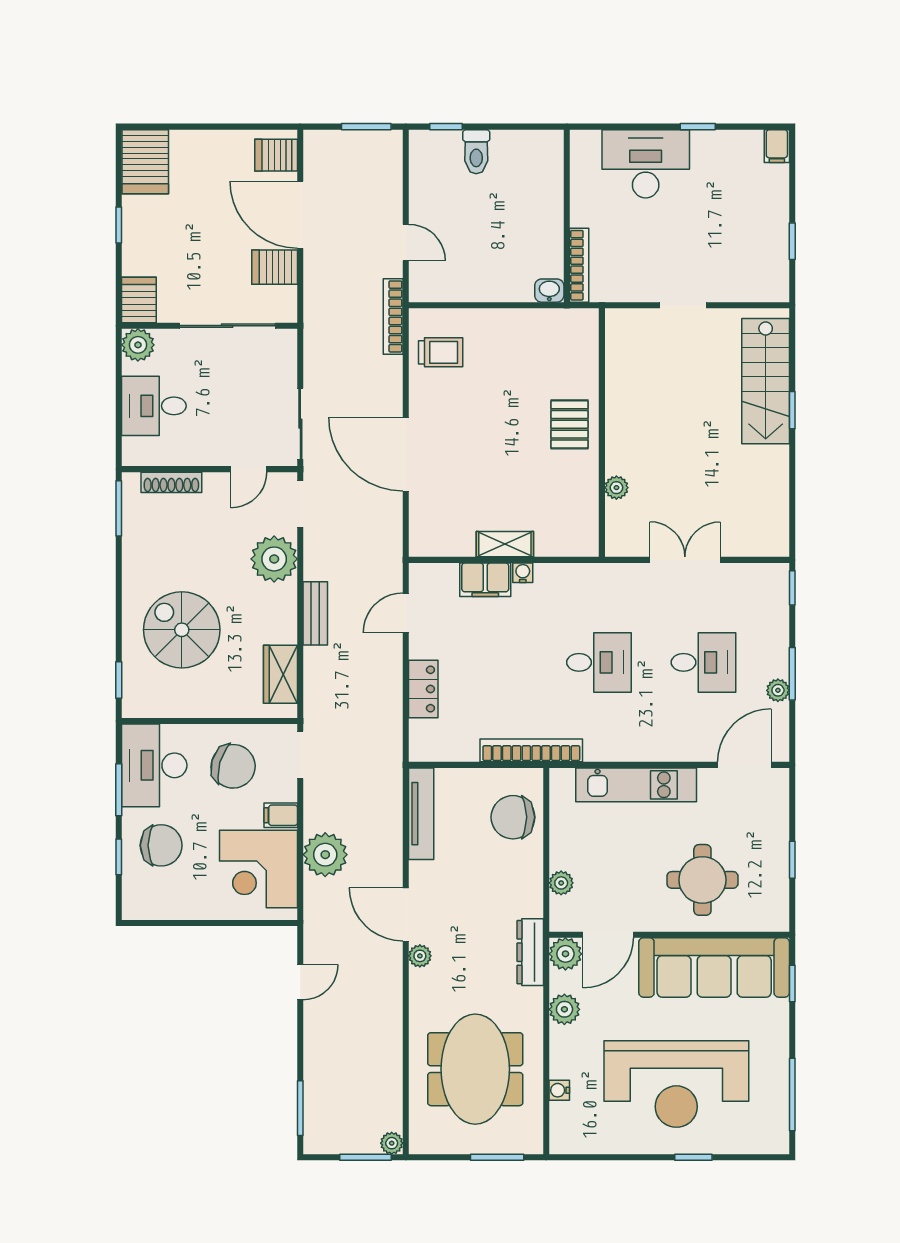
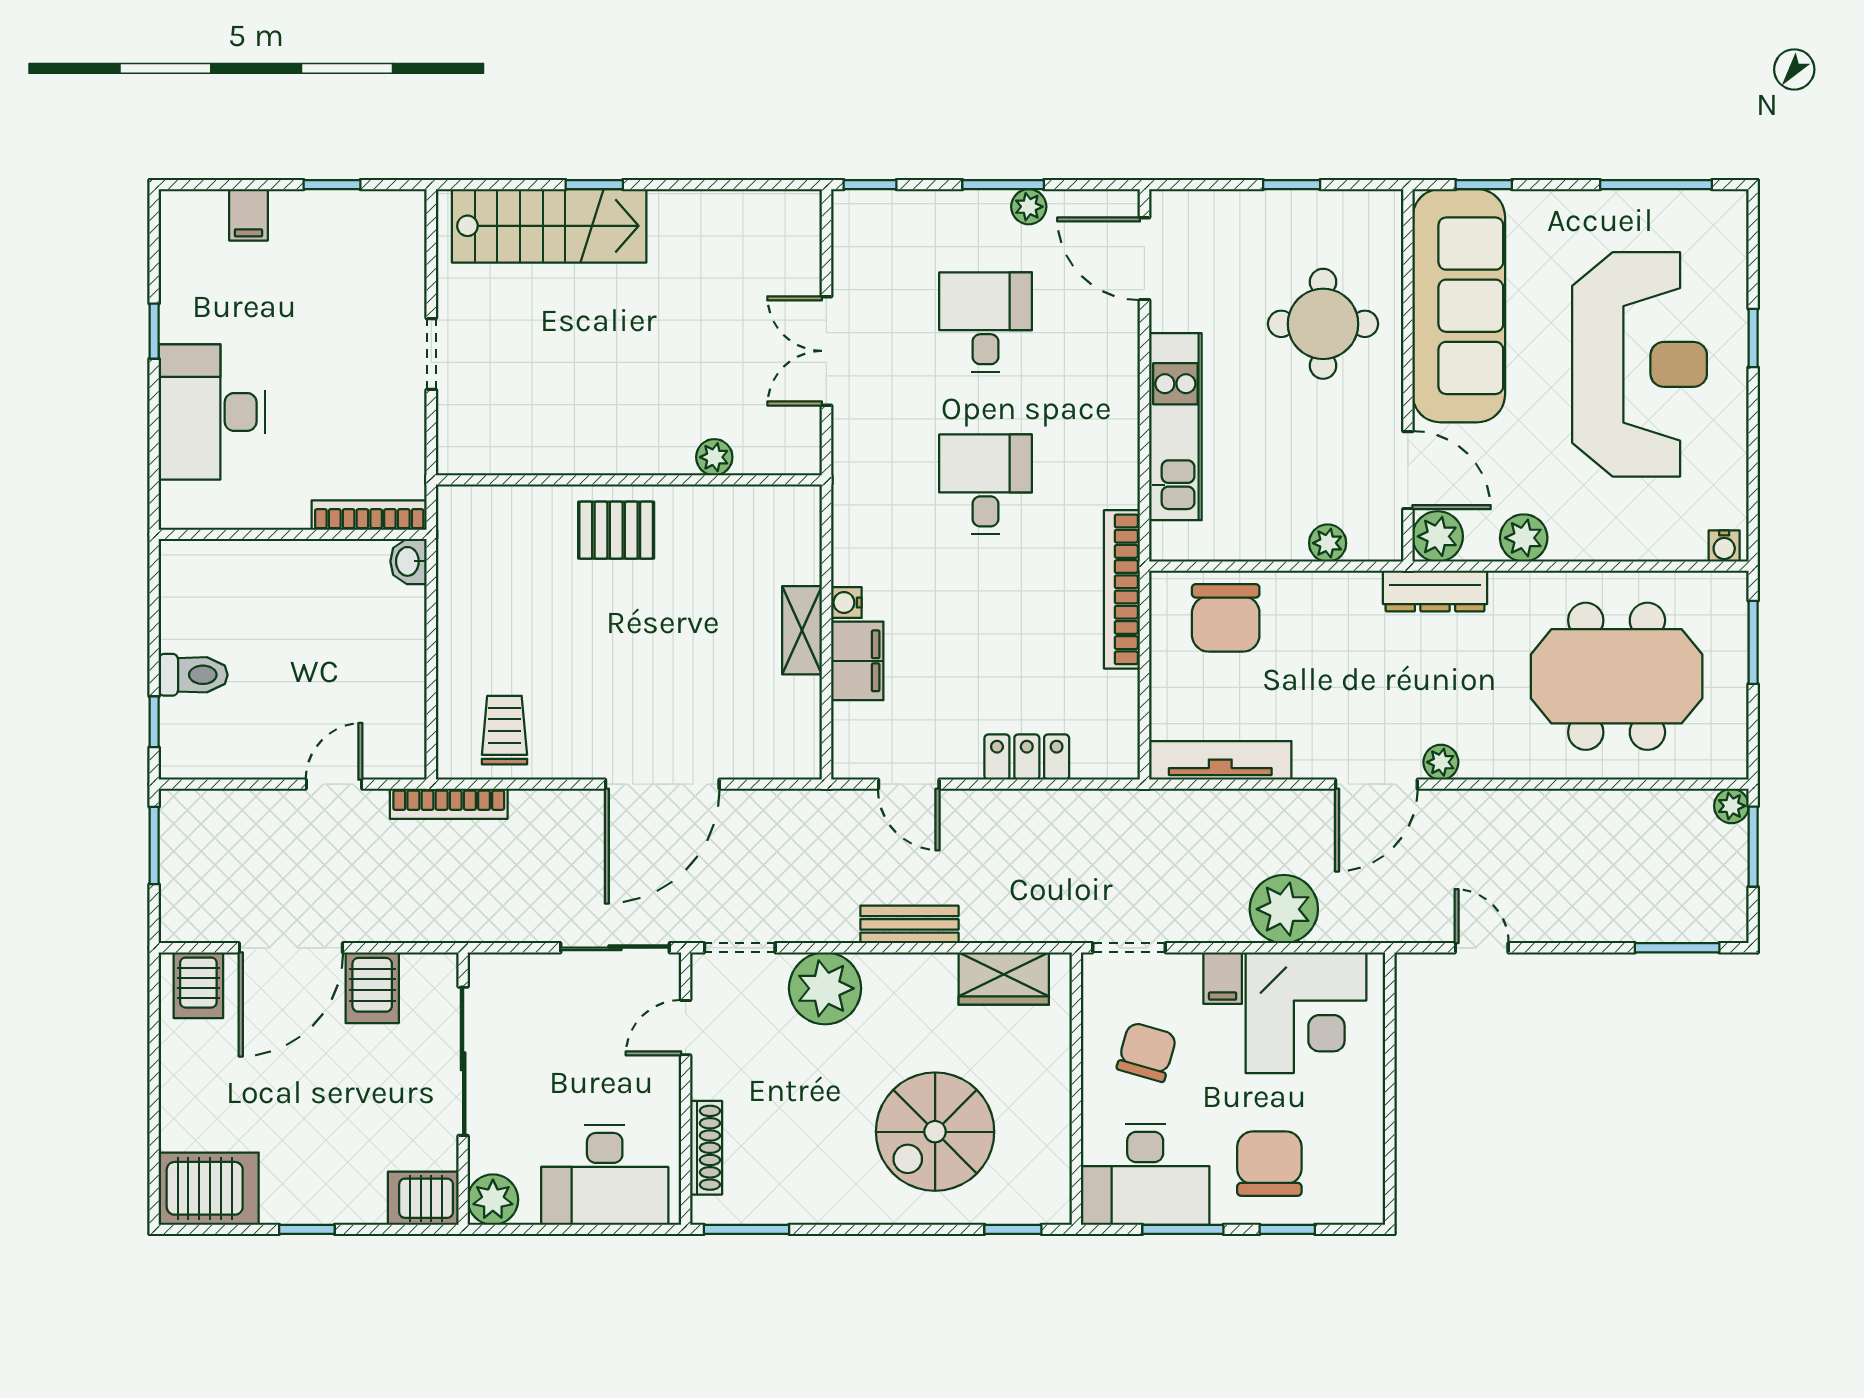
filing cabinet: (777, 146) -> (248, 215), moved, turned 90
desk: (154, 406) -> (605, 1175), width x1.37
door: (249, 469) -> (686, 1028), swing flipped
chair: (233, 766) -> (1147, 1052), width x0.73, depth x0.73
water cooler: (559, 1090) -> (1724, 546), moved

